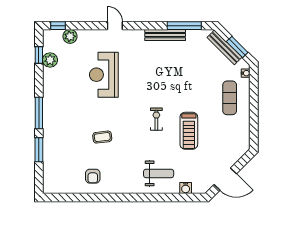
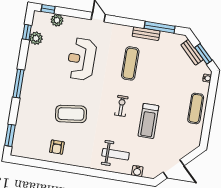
bench: (165, 35) -> (146, 34), width x0.73
bench: (224, 47) -> (192, 52), width x0.73
exercise mat: (158, 71) -> (130, 63), added
exercise mat: (230, 98) -> (196, 108), moved
coffee table: (102, 137) -> (71, 114), width x1.86, depth x1.72
window: (39, 150) -> (10, 135), moved

